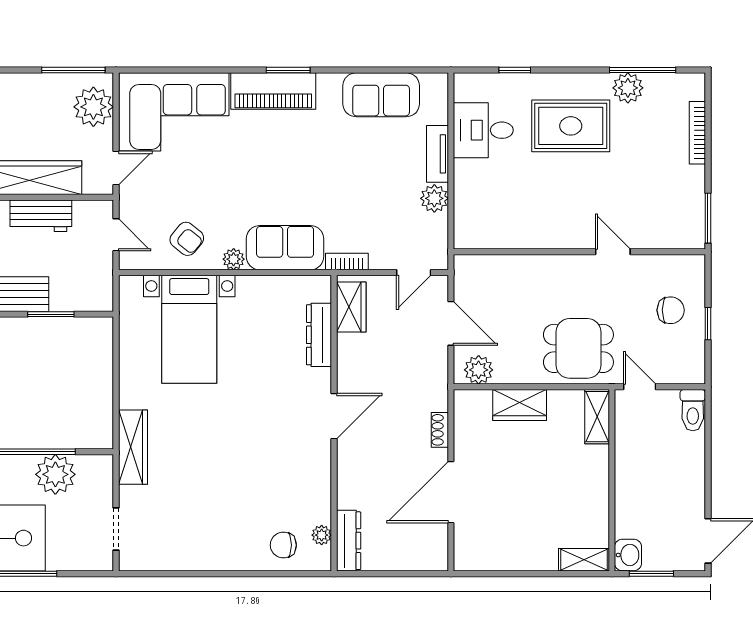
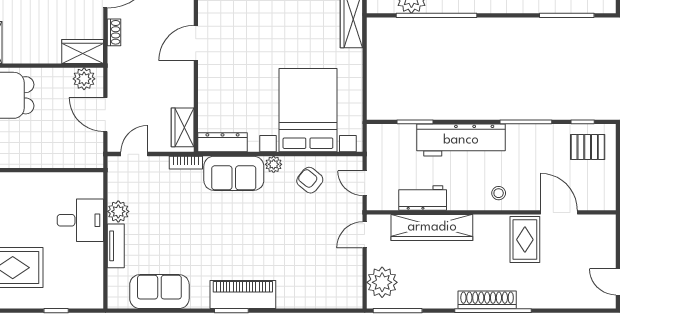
corner sofa: (174, 112) -> (320, 278), removed
desk: (483, 130) -> (80, 220), moved
bed with nightstands: (189, 329) -> (308, 110), width x1.36
dresser: (319, 335) -> (223, 142), moved, turned -90
wardrobe: (520, 405) -> (83, 52), moved

